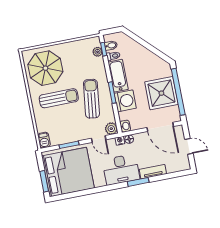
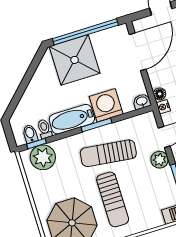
plant: (98, 52) -> (43, 157), width x1.88, depth x1.88
shower: (161, 93) -> (75, 60), moved
sun lounger: (59, 98) -> (113, 199), turned 180
plant: (111, 129) -> (160, 160), moved

